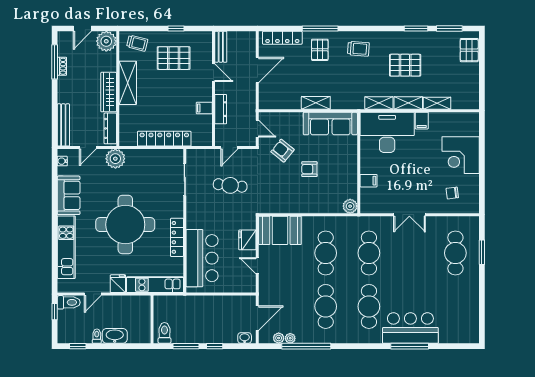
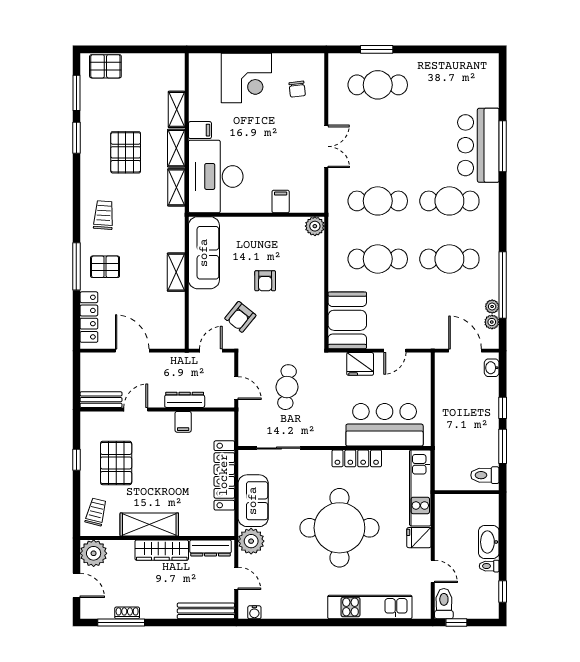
sofa: (69, 195) -> (253, 501), moved, turned 90

